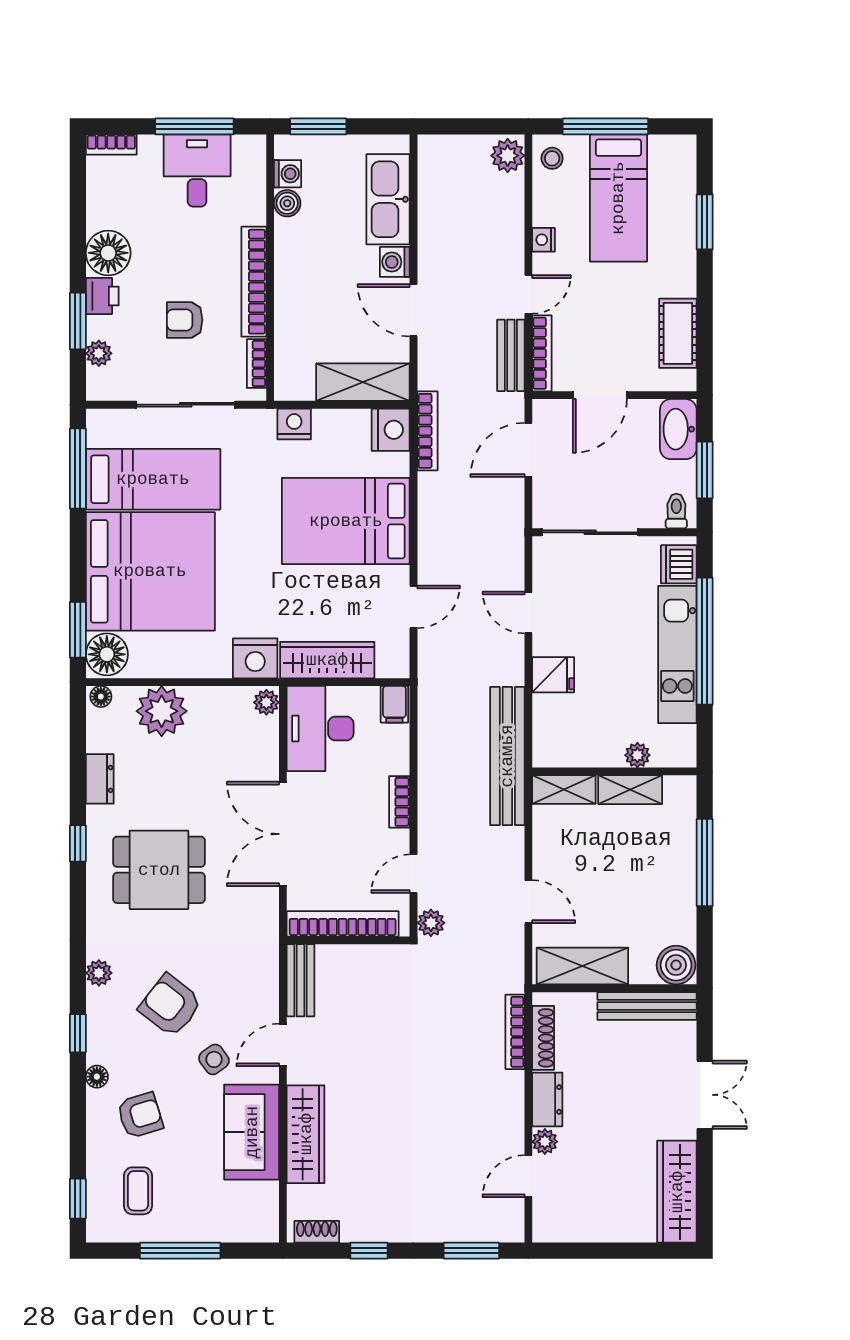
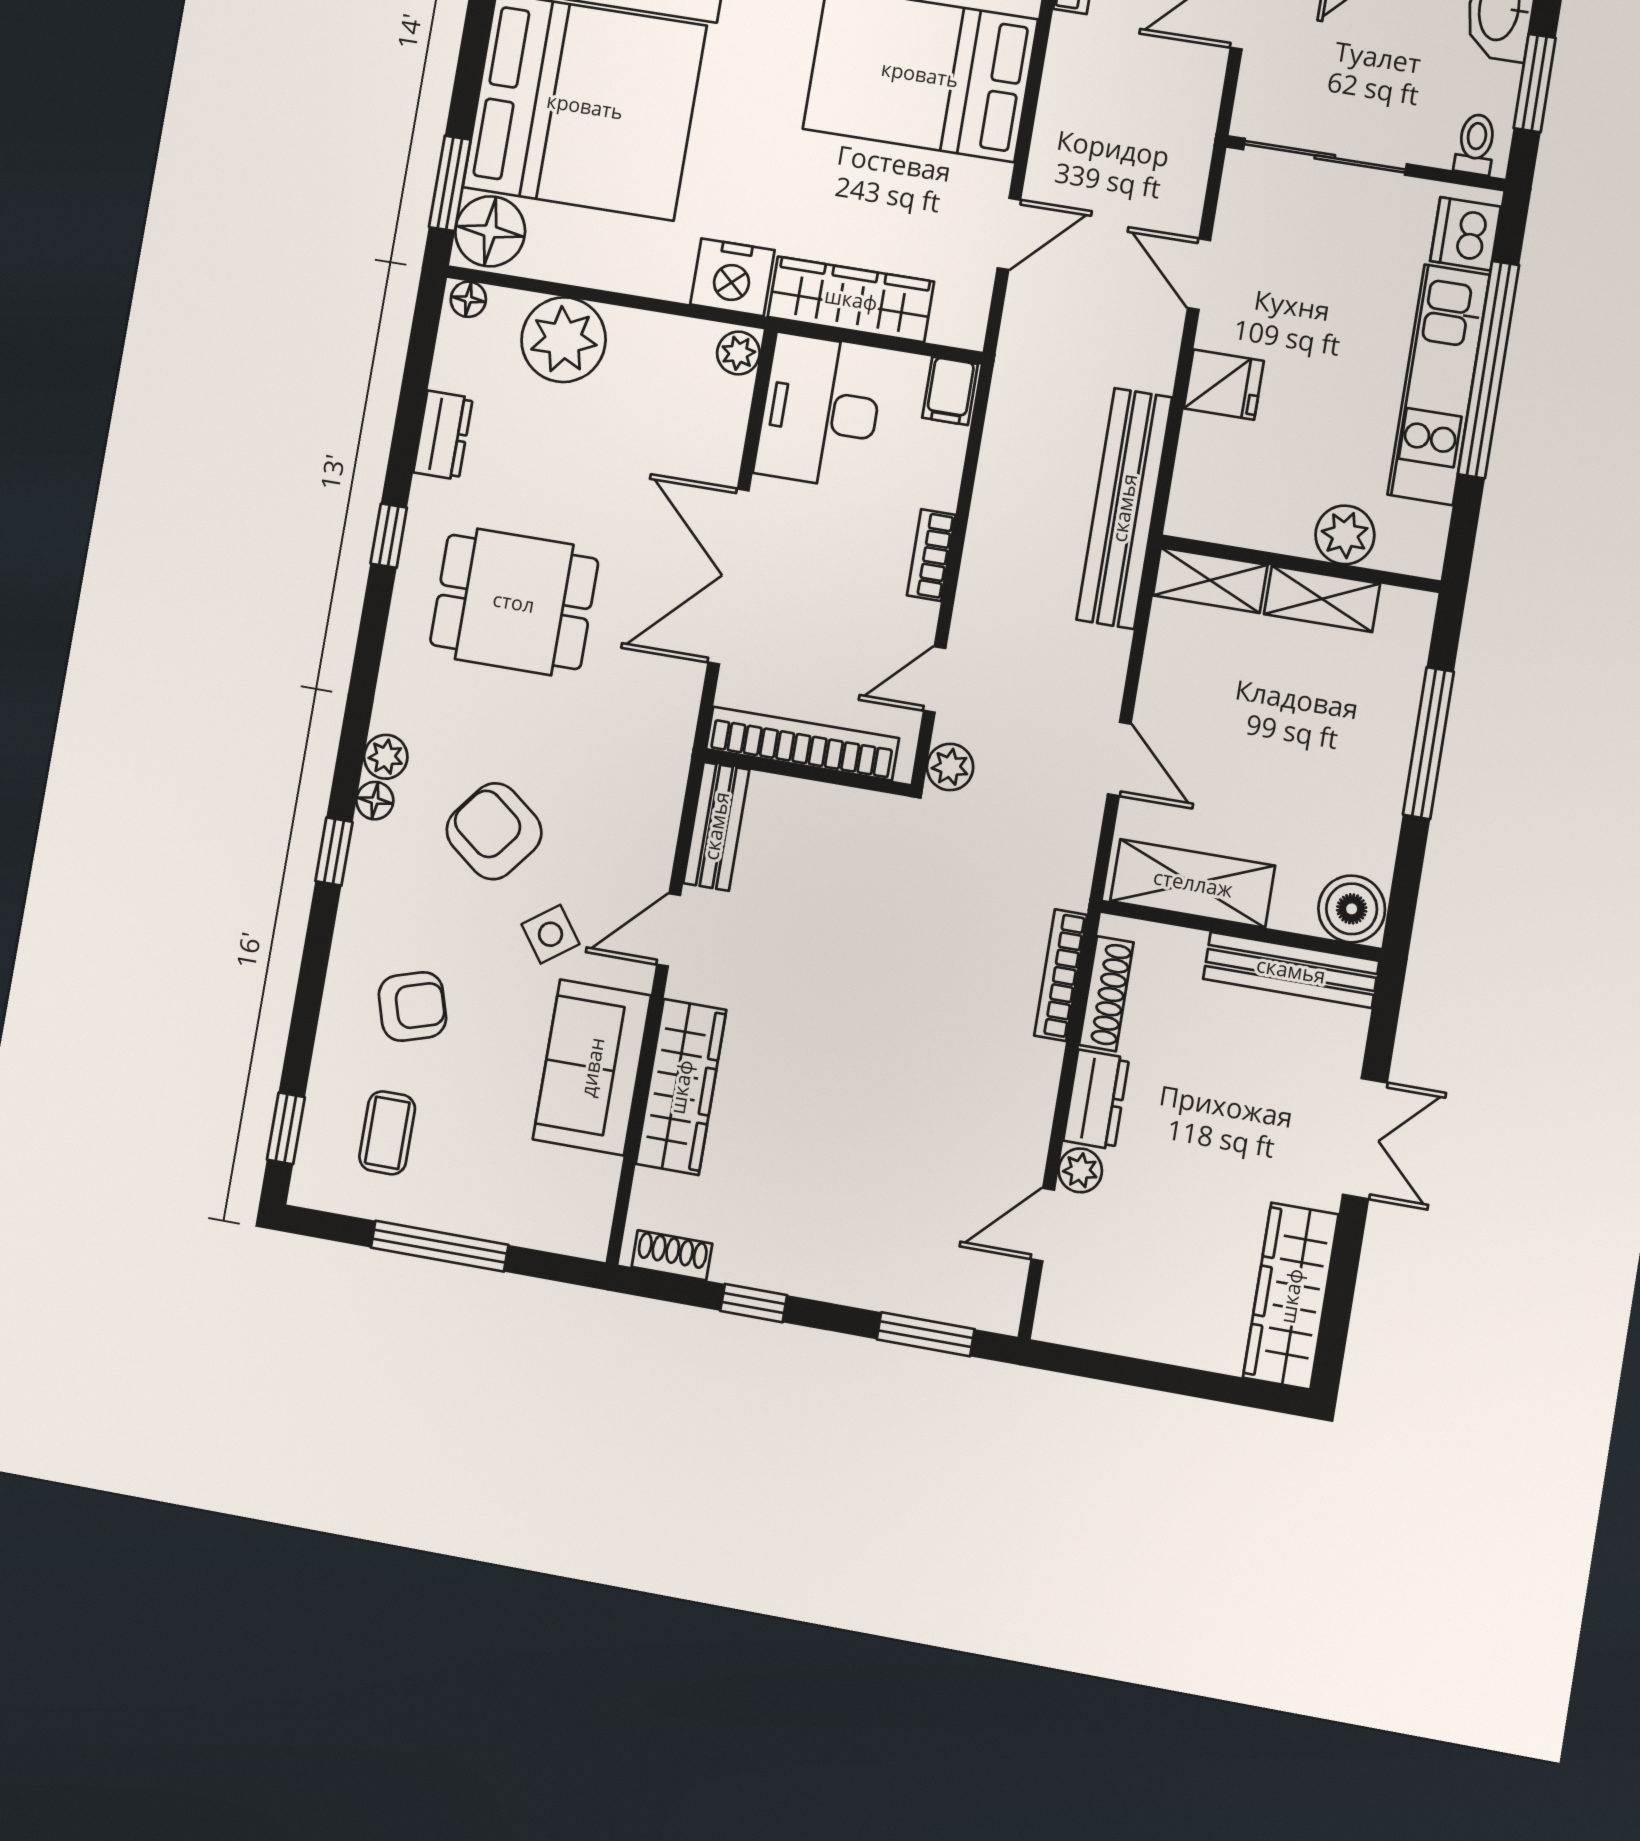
plant: (637, 755) -> (1345, 535), width x1.38, depth x1.38
floor lamp: (97, 1077) -> (375, 801), moved

